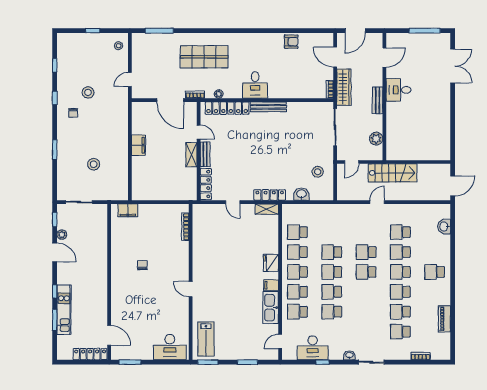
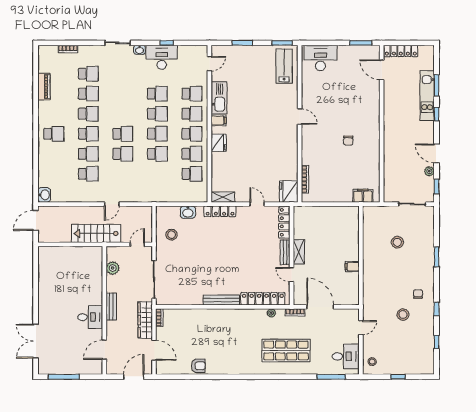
armchair: (291, 42) -> (198, 366), turned 180
desk: (255, 85) -> (346, 356), moved, turned 90
filing cabinet: (138, 145) -> (352, 267), width x0.50
fridge: (201, 215) -> (289, 191), added
washbasin: (444, 227) -> (44, 195), moved
desk: (313, 348) -> (162, 57), moved

